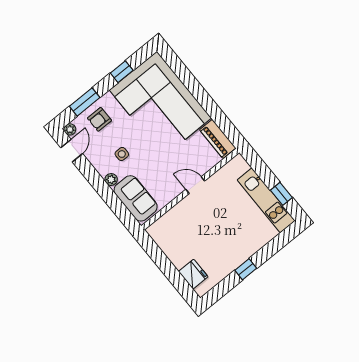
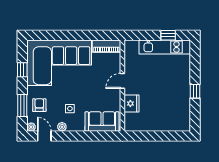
armchair: (99, 119) -> (39, 105), turned 180
plant: (111, 179) -> (62, 127), moved
fridge: (193, 274) -> (132, 104), moved, turned 90

